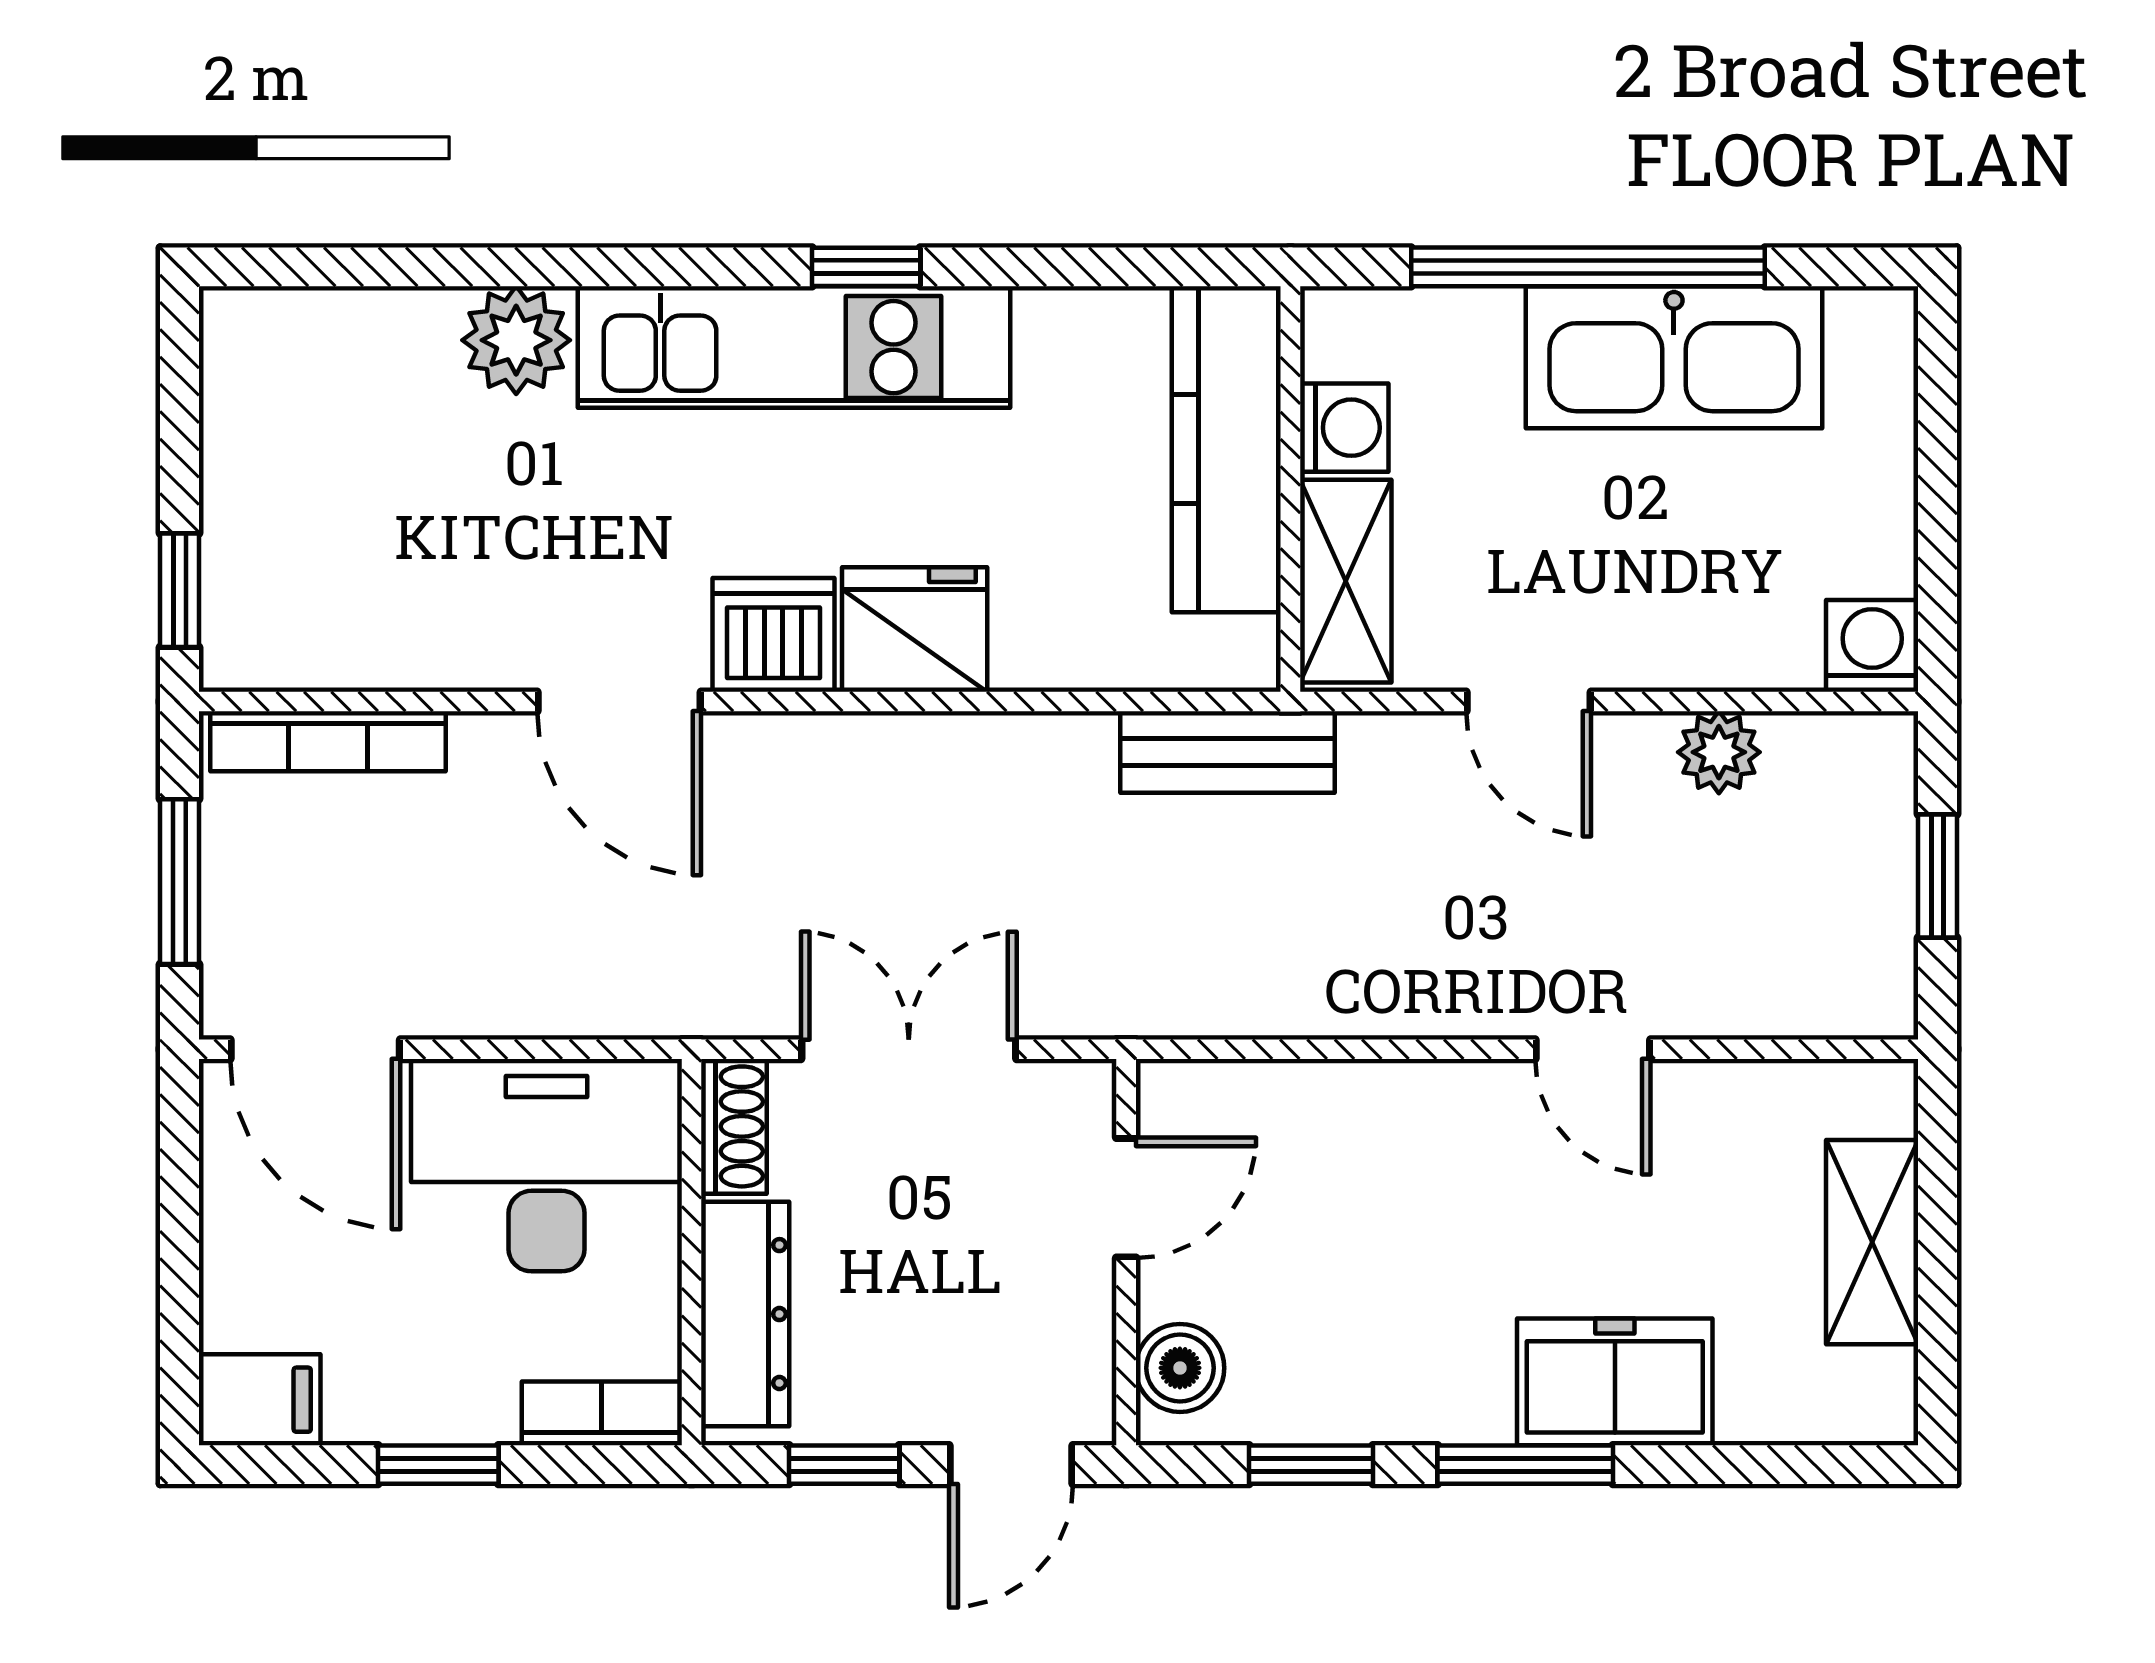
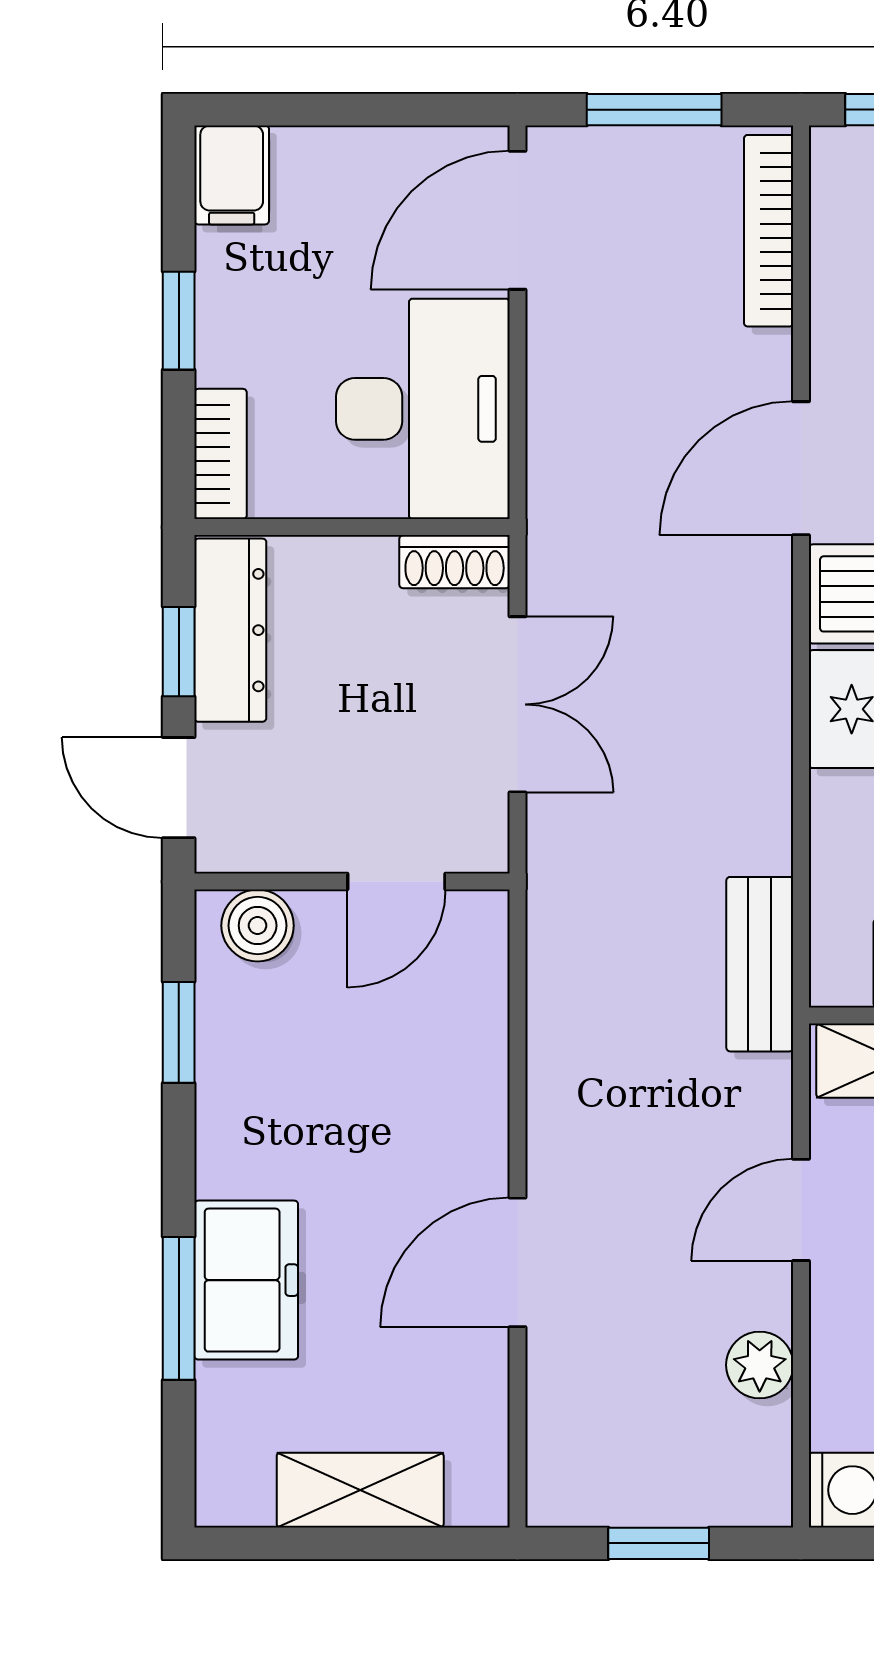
door: (1593, 1049) -> (517, 1262), width x1.37
door: (1126, 1198) -> (396, 882), hinge flipped
dresser: (745, 1314) -> (230, 630), moved, turned -90
window: (1525, 1465) -> (179, 1308), moved

